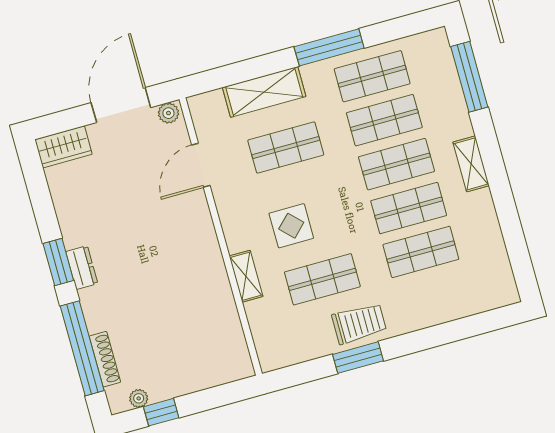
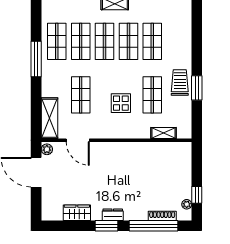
shelving: (264, 92) -> (50, 118), moved
wardrobe: (63, 147) -> (77, 213), moved, turned -90
shelving: (246, 276) -> (163, 133), moved

